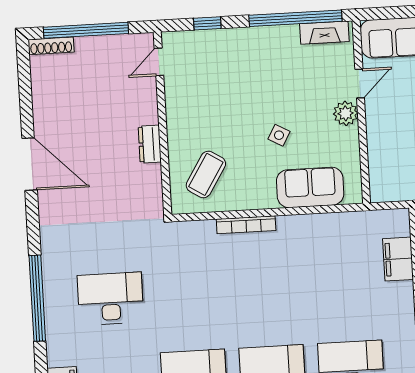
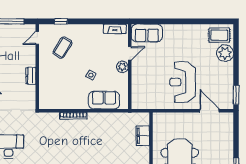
window: (295, 18) -> (102, 21), removed
coffee table: (206, 174) -> (63, 48), moved

